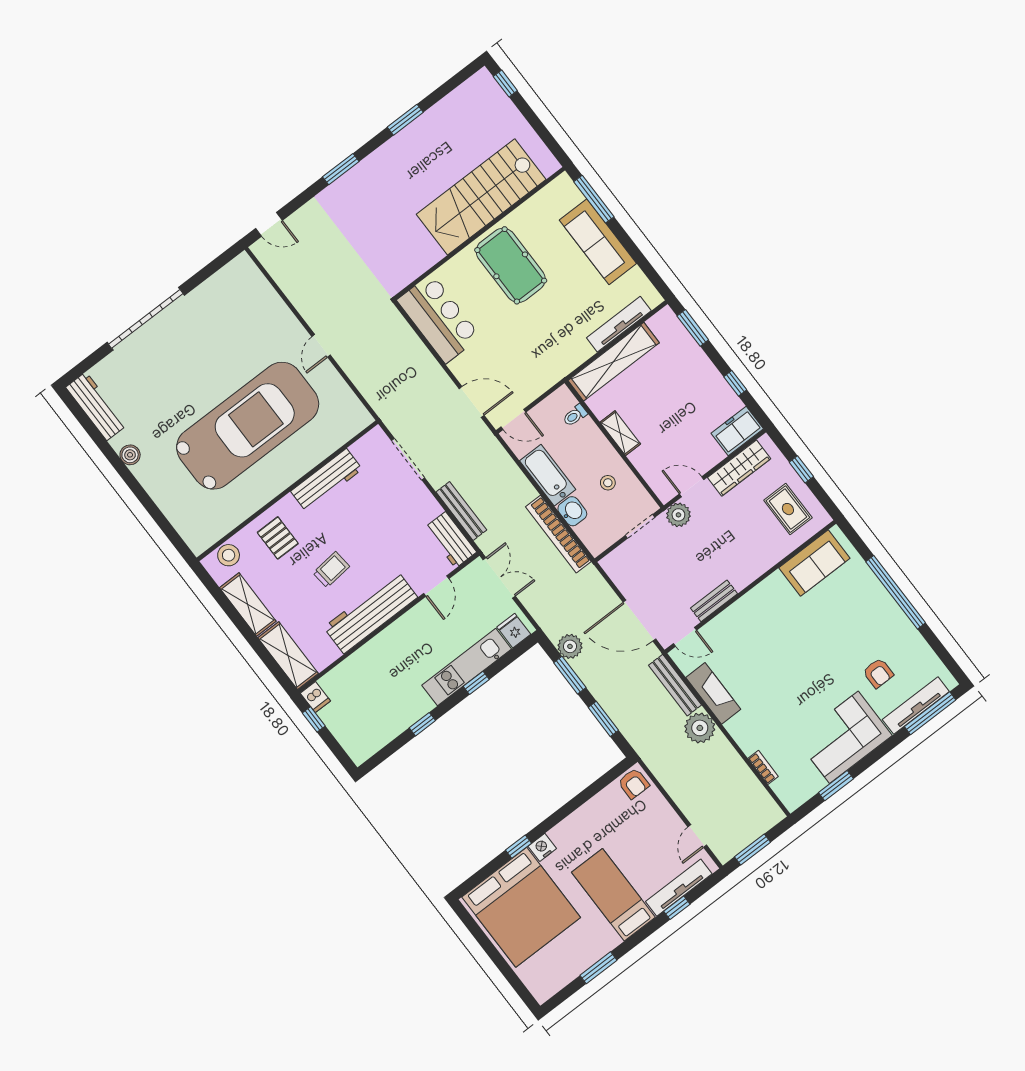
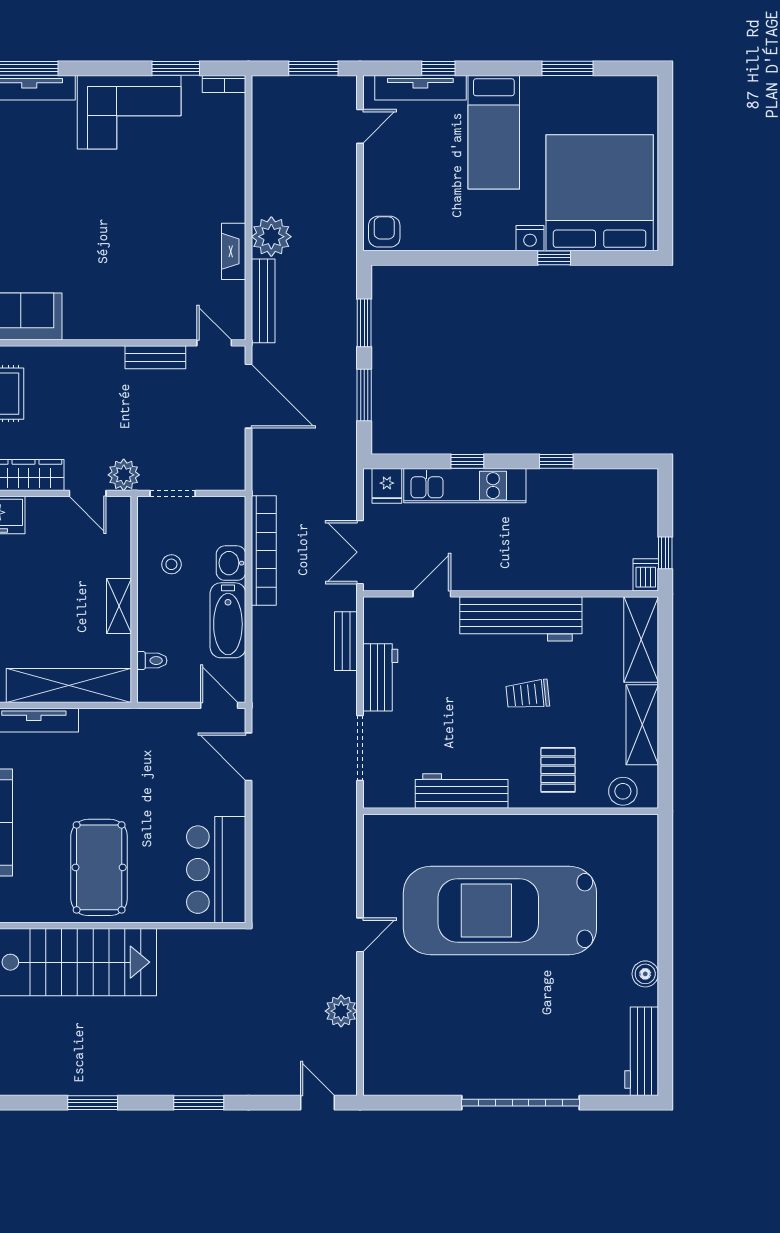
bench: (461, 511) -> (346, 641), width x0.73
workbench: (451, 540) -> (380, 677), moved
plant: (570, 646) -> (341, 1011), moved
armchair: (878, 673) -> (42, 151), removed
fireplace: (713, 693) -> (234, 251), width x0.73, depth x0.76
bookcase: (763, 767) -> (224, 84), moved, turned -90

